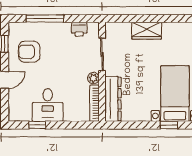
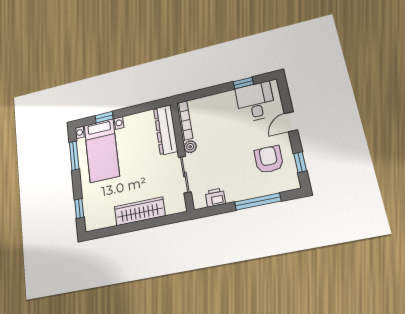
wardrobe: (147, 31) -> (140, 211), width x1.50
armchair: (29, 52) -> (269, 159), turned -90
desk: (48, 105) -> (255, 102), moved

